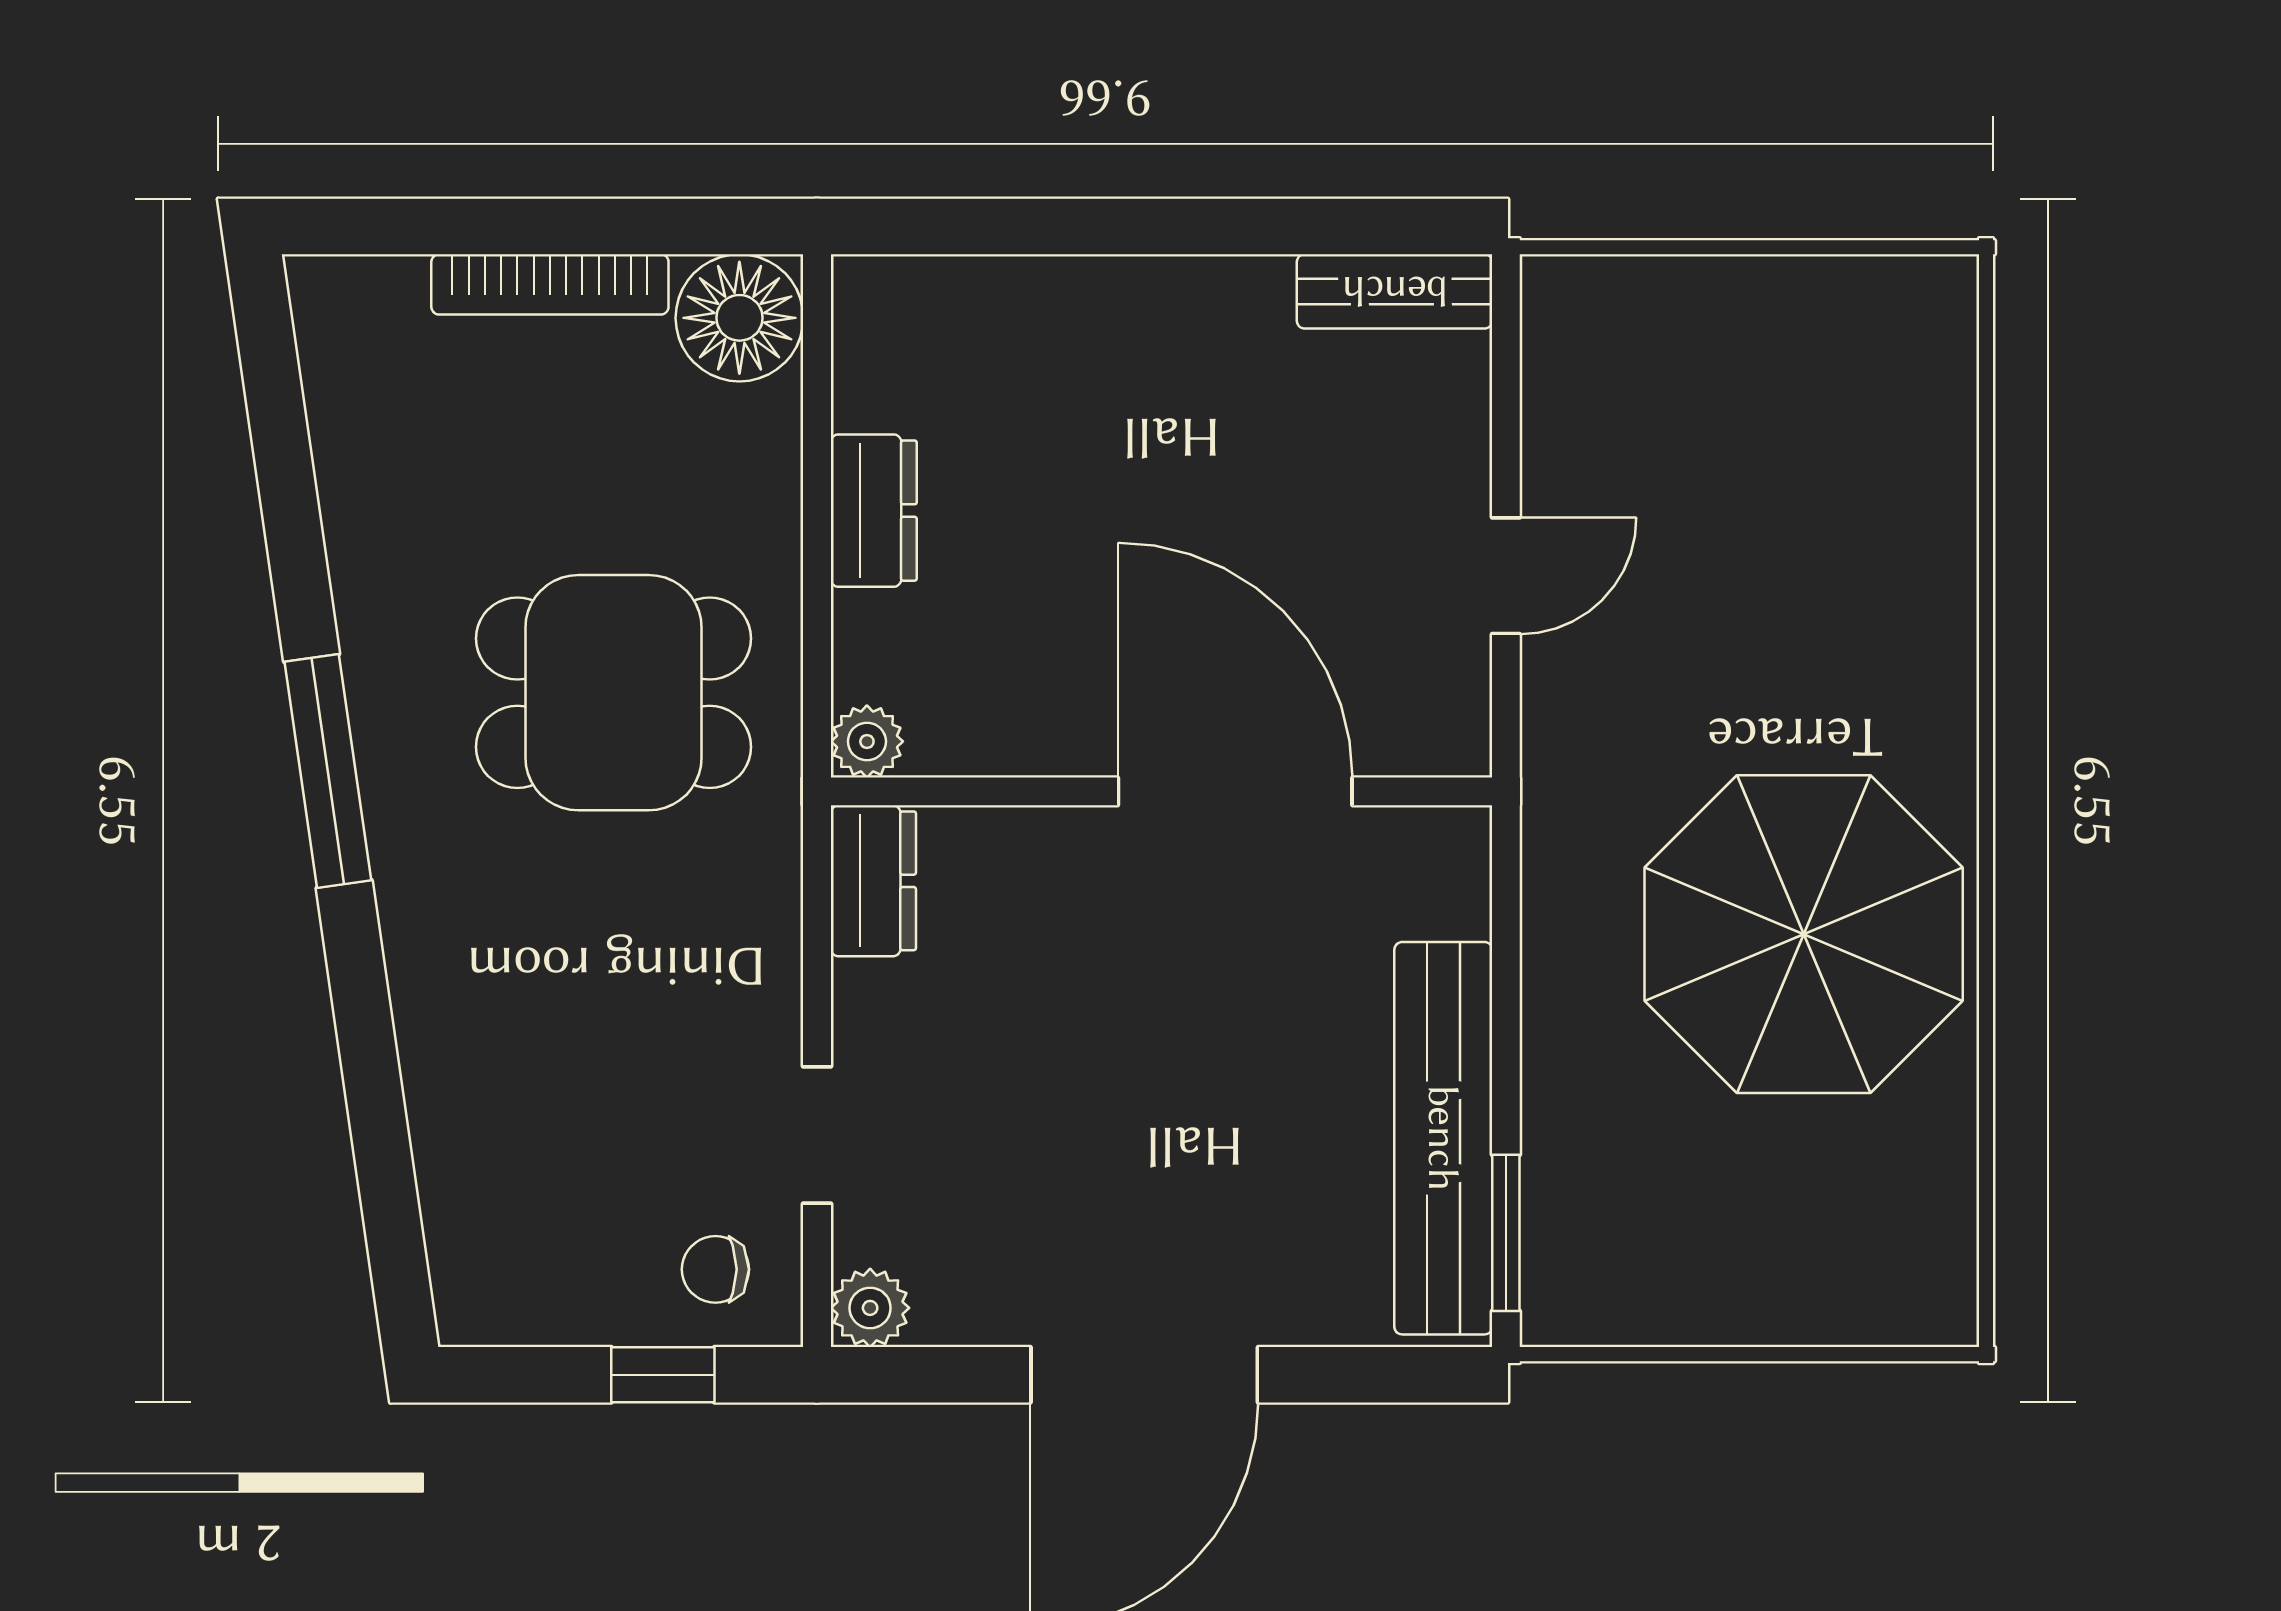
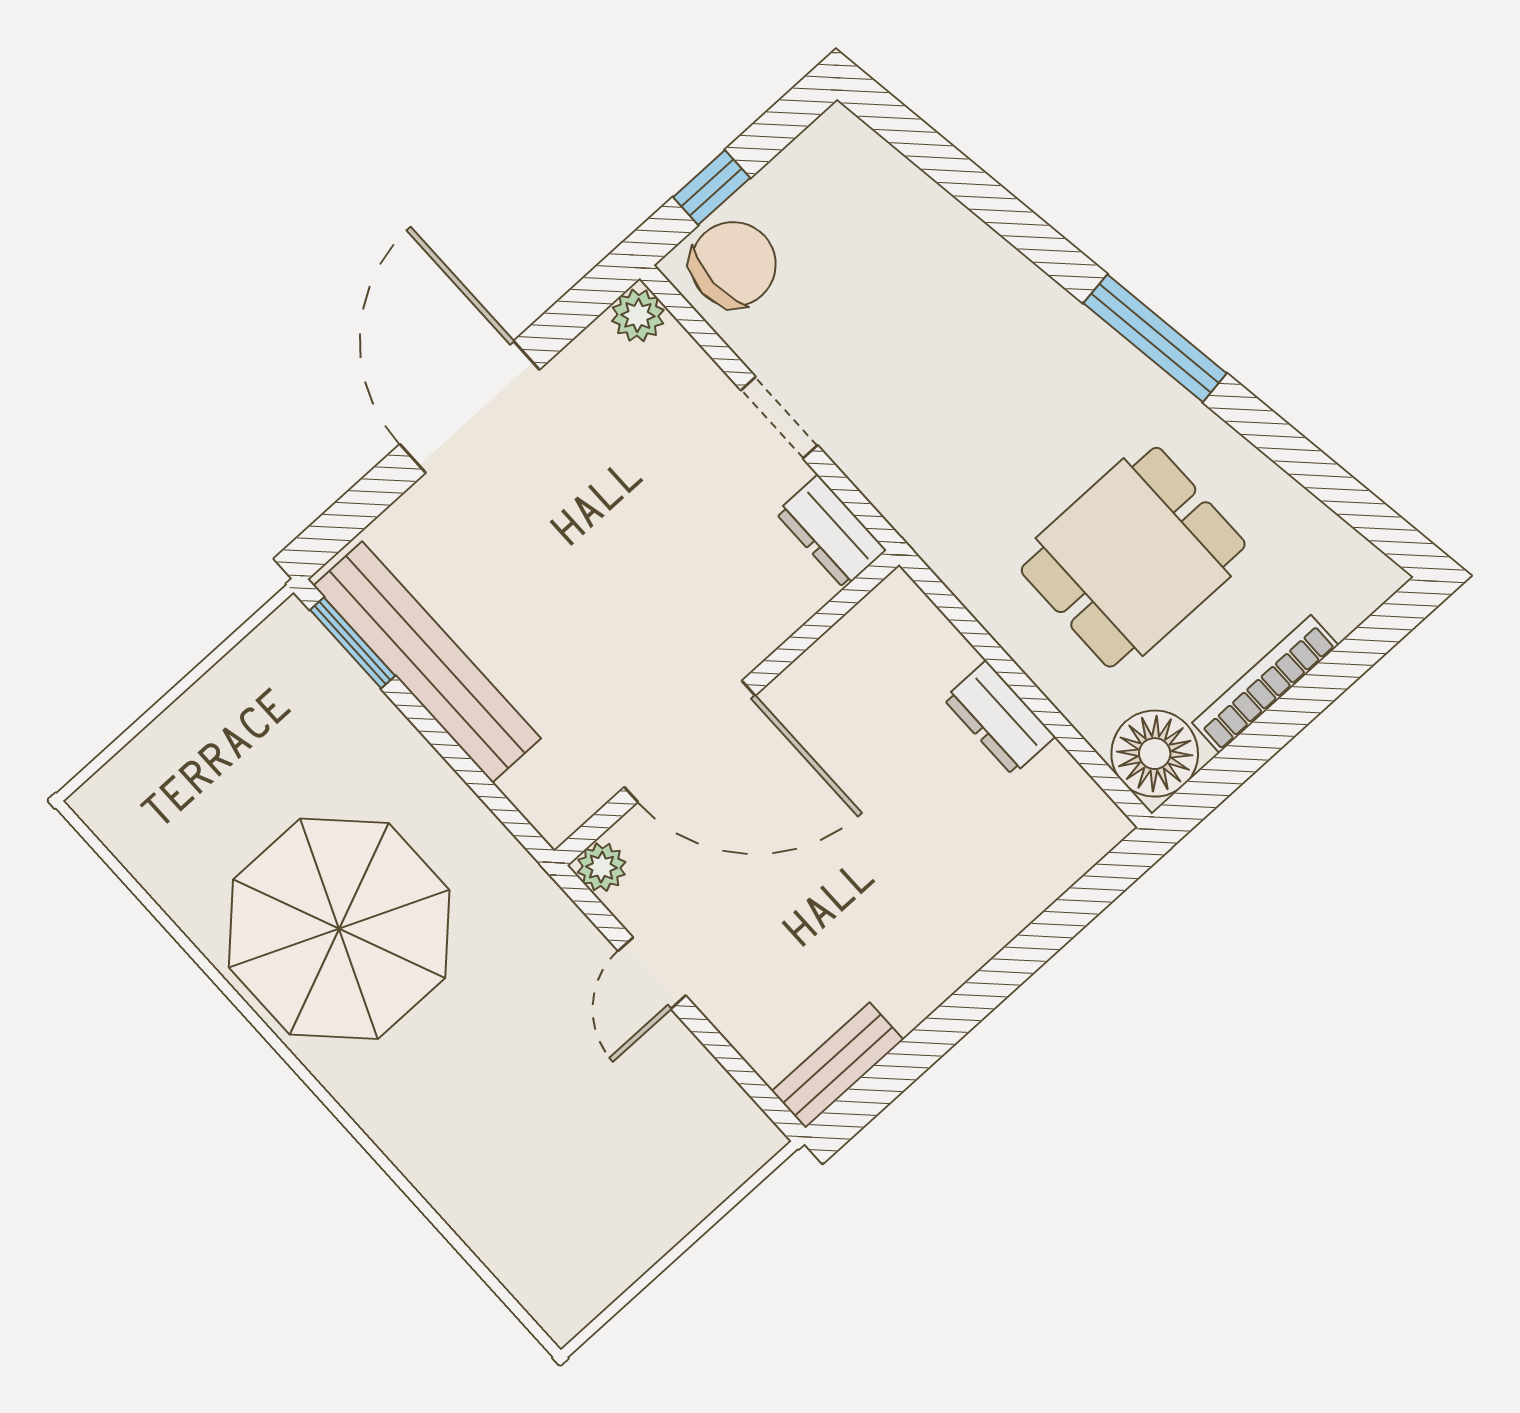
dining table: (614, 693) -> (1133, 557), moved
plant: (867, 741) -> (602, 867), moved
doorway: (817, 1135) -> (779, 418), moved
chair: (715, 1269) -> (733, 264), width x1.87, depth x1.87

